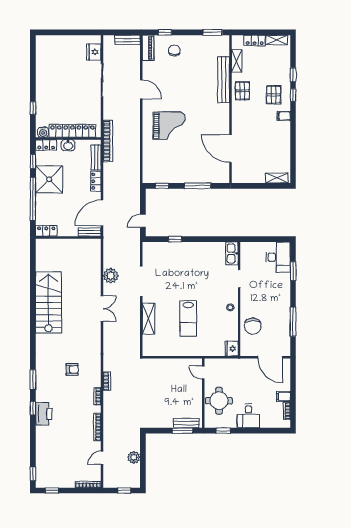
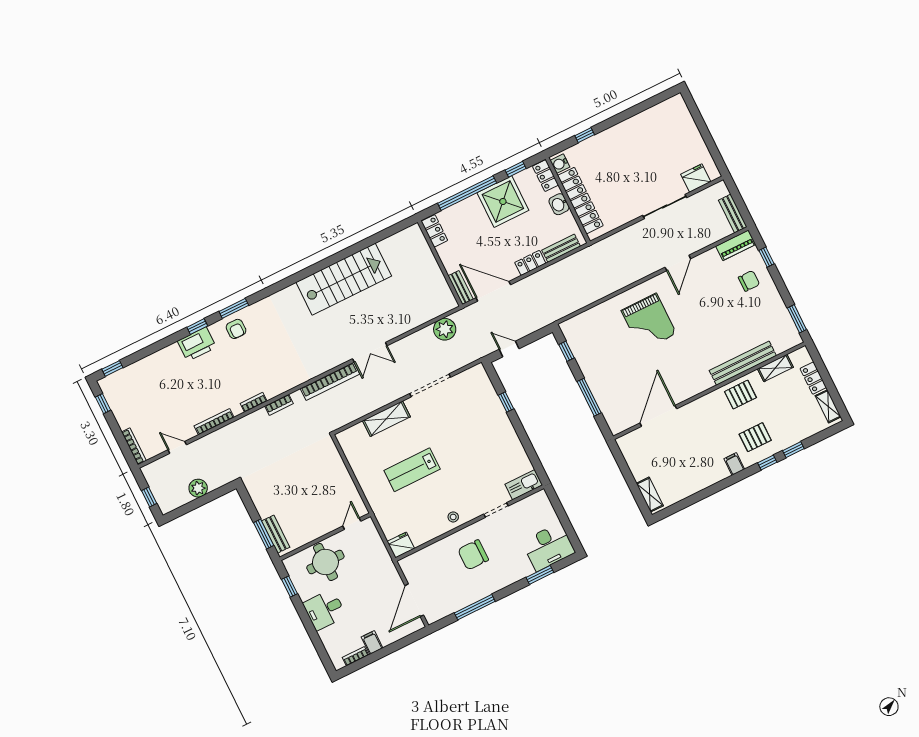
bookcase: (108, 141) -> (330, 381), moved
plant: (111, 276) -> (445, 329), moved
chair: (253, 326) -> (473, 555), moved
armchair: (72, 369) -> (236, 329), moved

